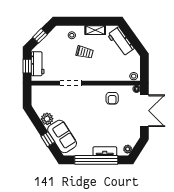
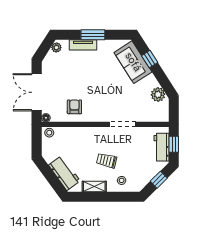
plant: (47, 119) -> (158, 95), moved
window: (96, 160) -> (93, 35), width x0.47

